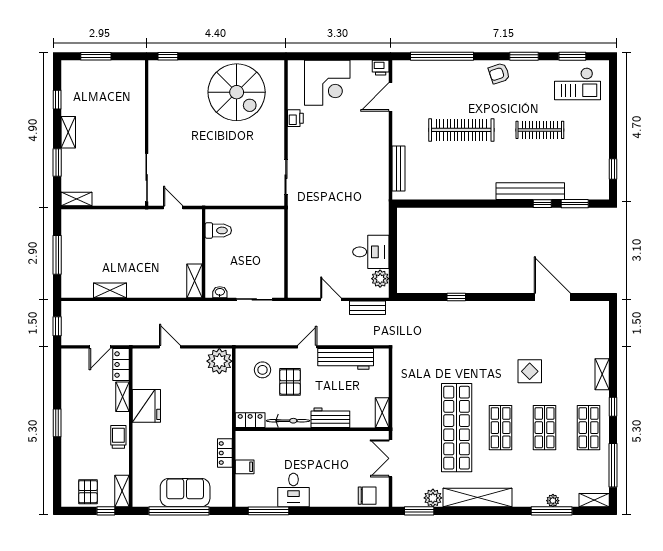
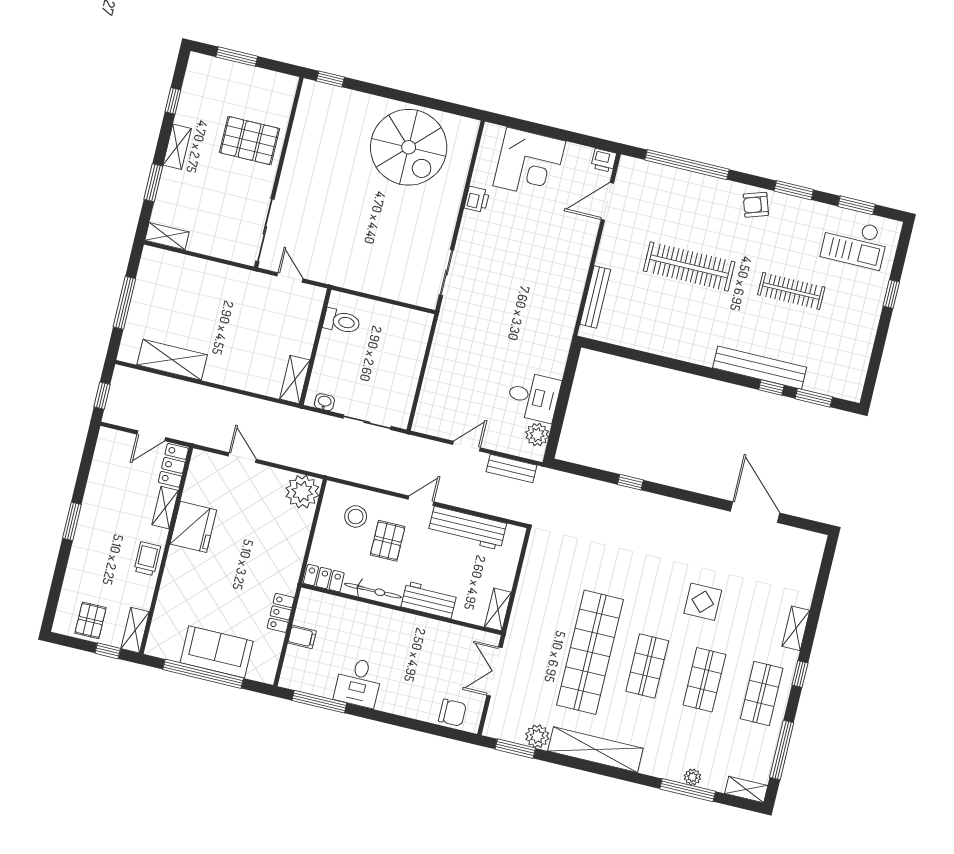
pallet: (120, 115) -> (250, 141), added
window: (613, 169) -> (891, 294), moved
shelving: (110, 290) -> (172, 360), width x1.50, depth x1.33
door: (331, 299) -> (467, 446), hinge flipped

